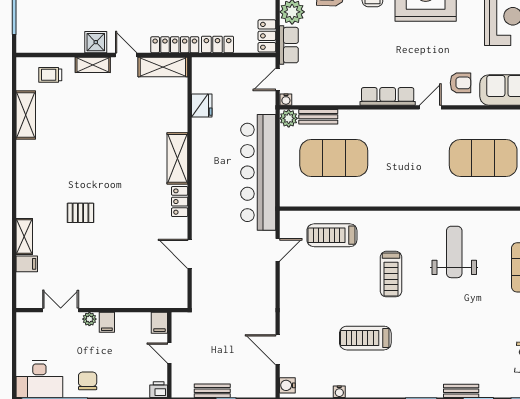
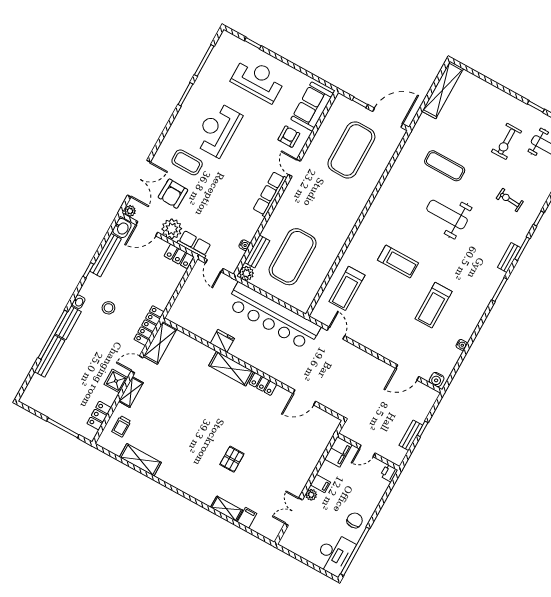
locker: (218, 44) -> (99, 416), moved
water cooler: (286, 100) -> (244, 245), moved
fridge: (202, 106) -> (222, 341), moved
weight bench: (454, 252) -> (447, 215), moved
filing cabinet: (159, 323) -> (338, 452), width x2.00
chair: (88, 381) -> (355, 520), turned 90

